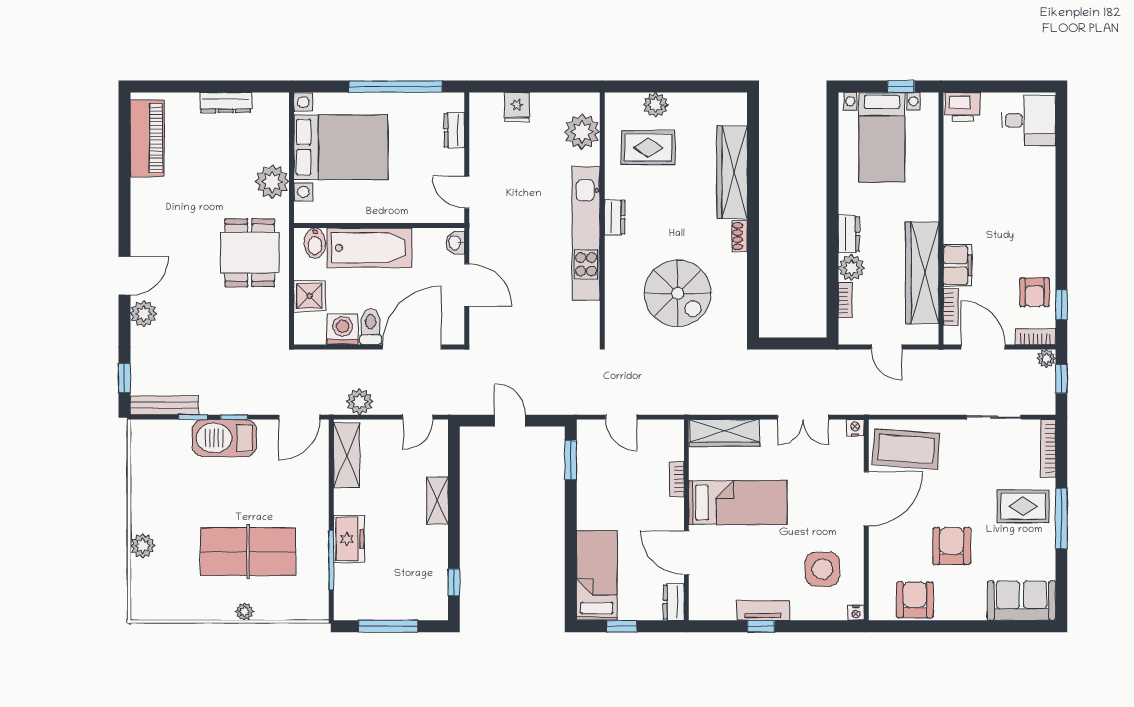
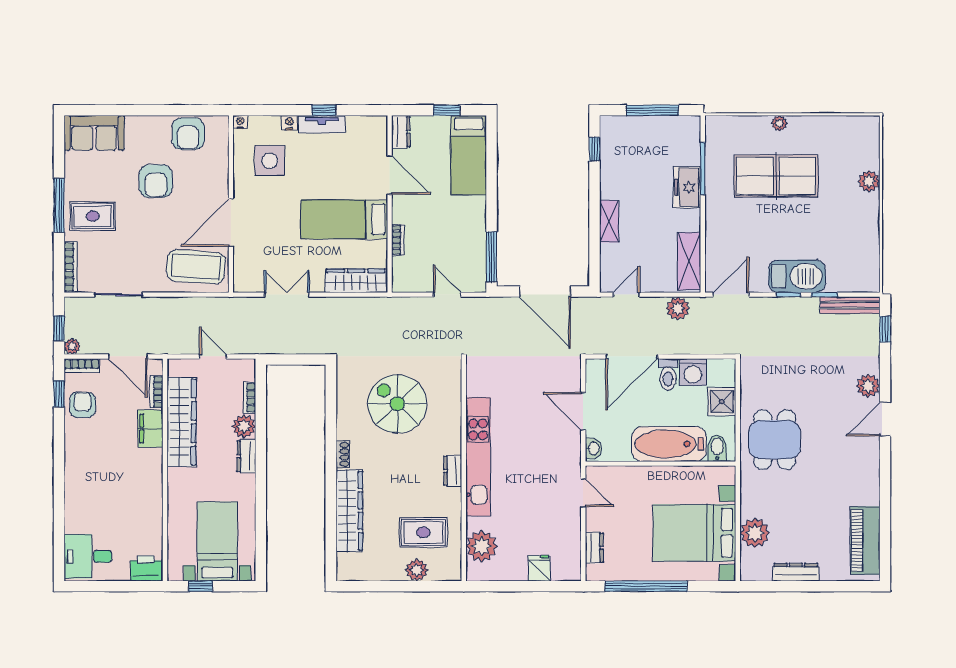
plant: (272, 182) -> (755, 533), moved
door: (510, 421) -> (545, 292), width x1.88
nightstand: (855, 428) -> (289, 123), moved, turned 180
window: (571, 460) -> (492, 257), width x1.44

